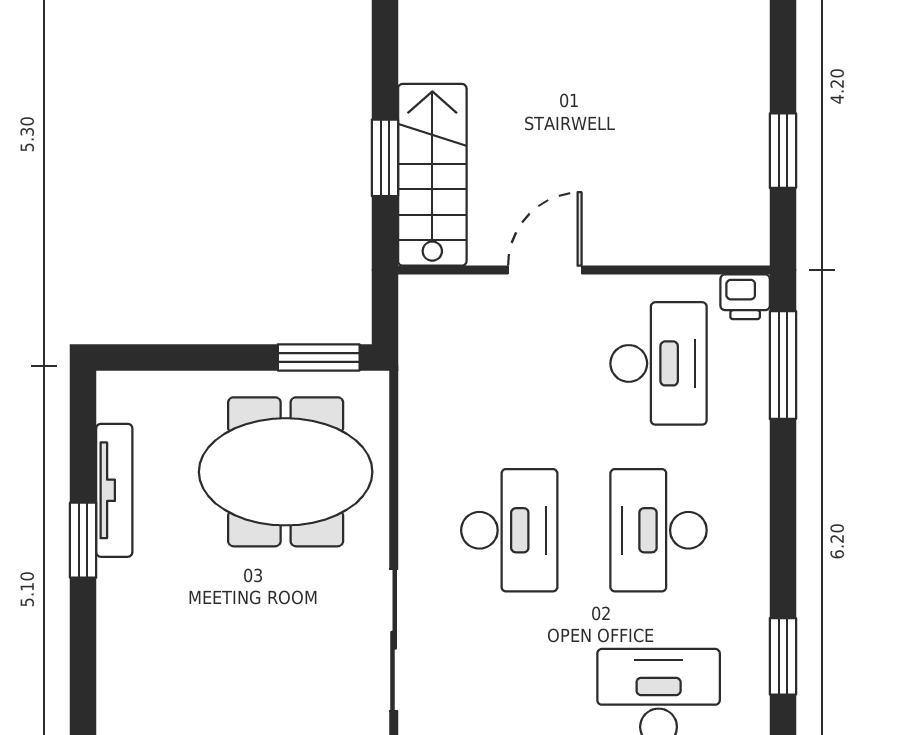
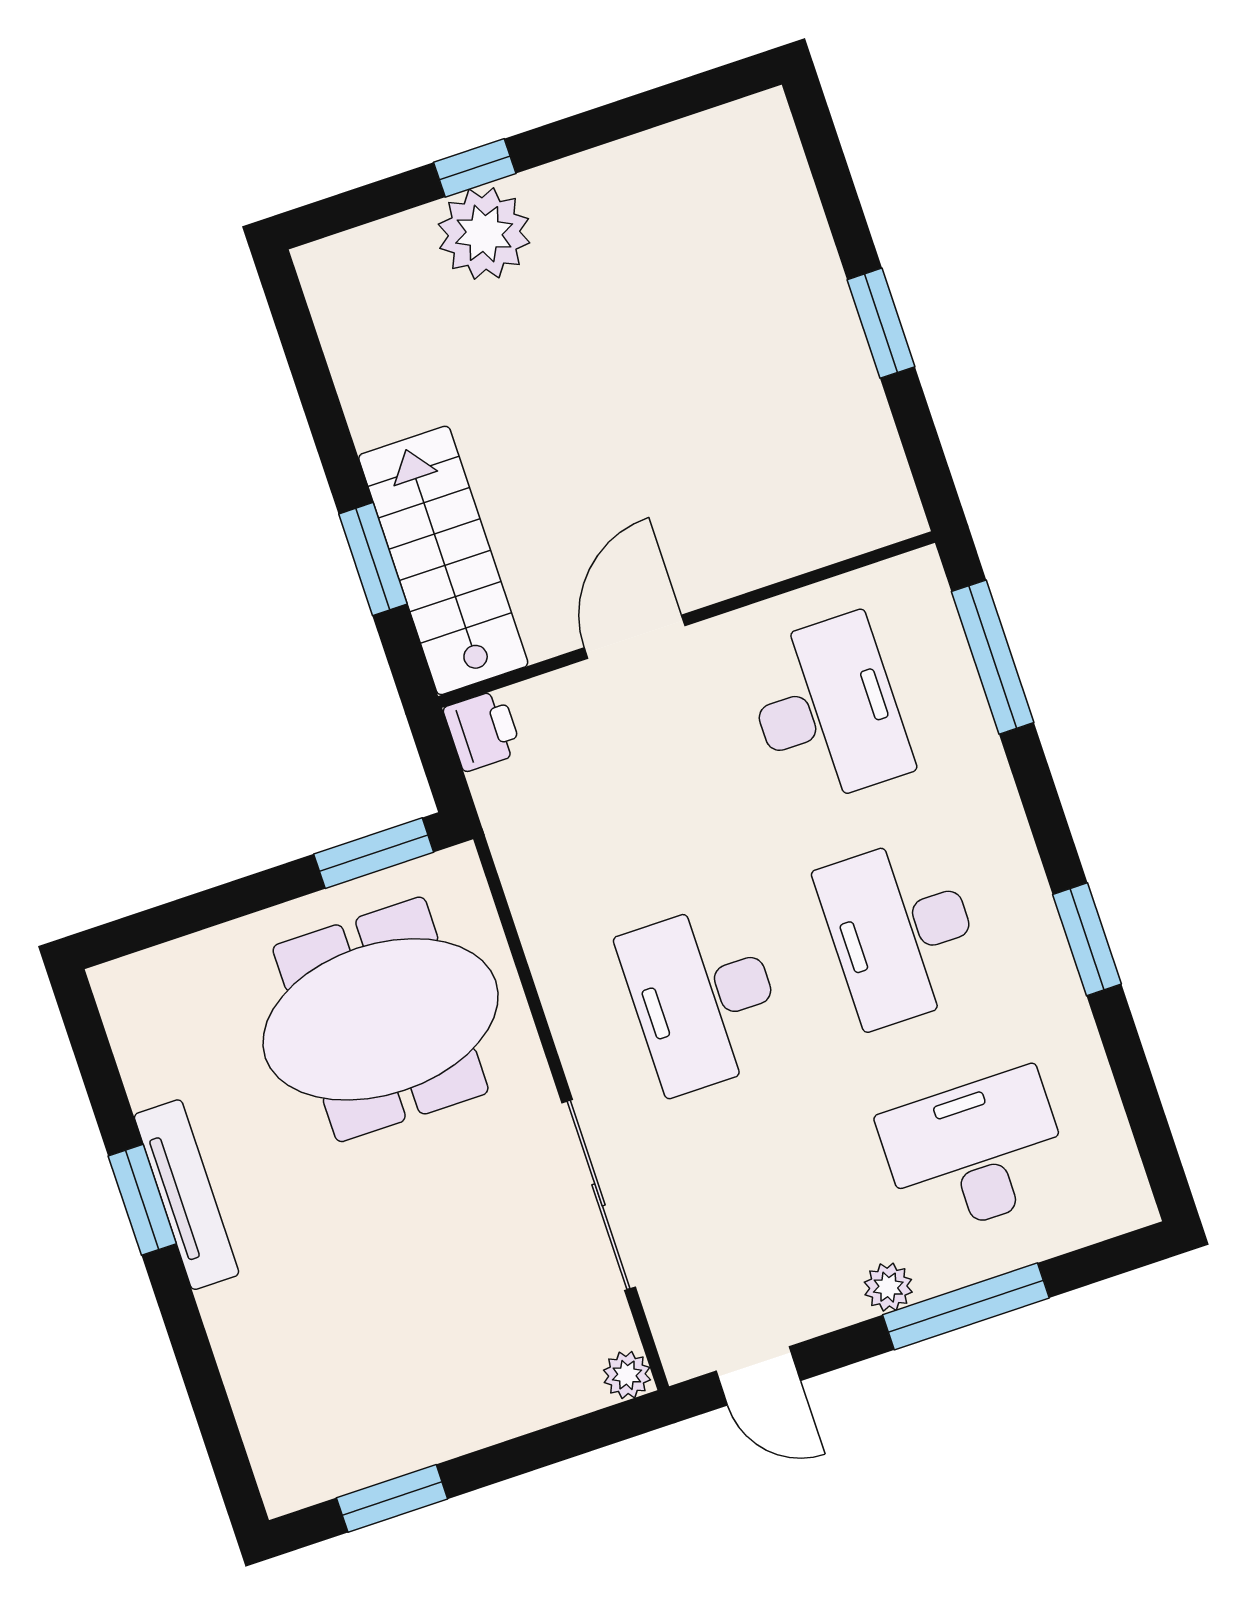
window: (783, 151) -> (881, 323), moved
printer: (745, 297) -> (483, 730), moved, turned -90
tv unit: (114, 490) -> (186, 1195), moved
desk: (509, 530) -> (703, 998), turned 180
window: (783, 656) -> (1087, 939), moved

